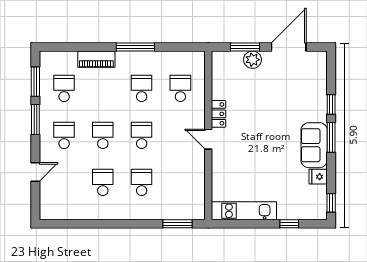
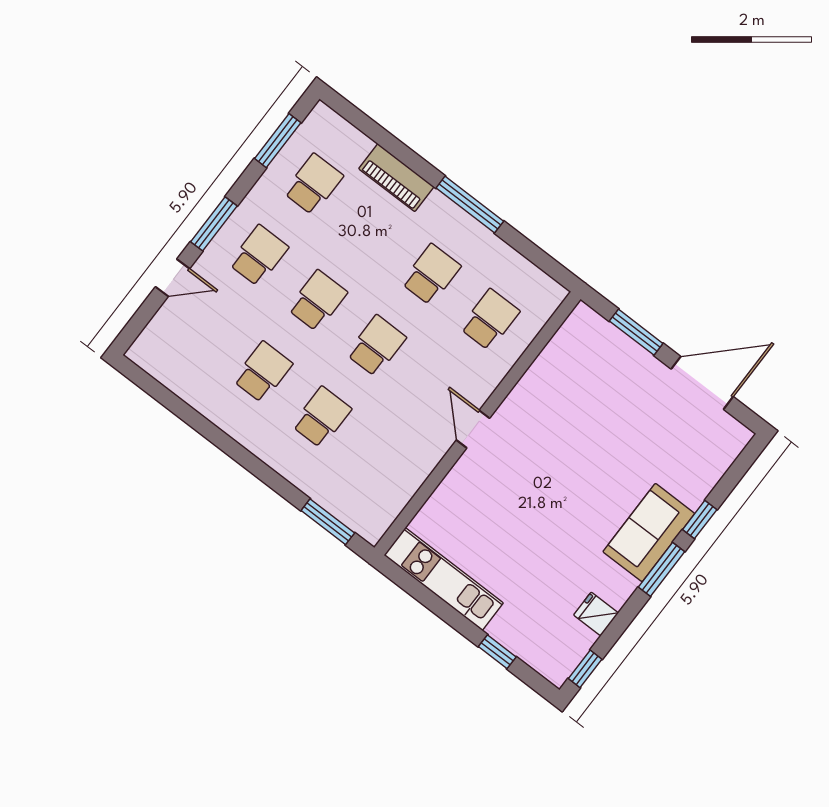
plant: (252, 60) -> (633, 360), removed
locker: (219, 114) -> (518, 403), removed
window: (35, 120) -> (214, 224), moved
sofa: (314, 145) -> (649, 533), moved

